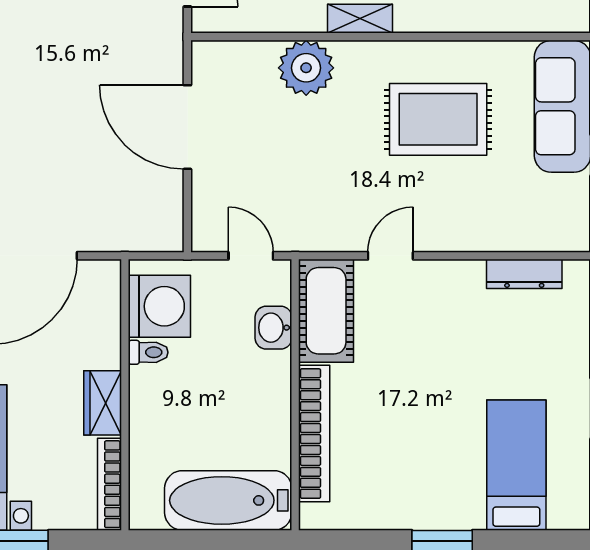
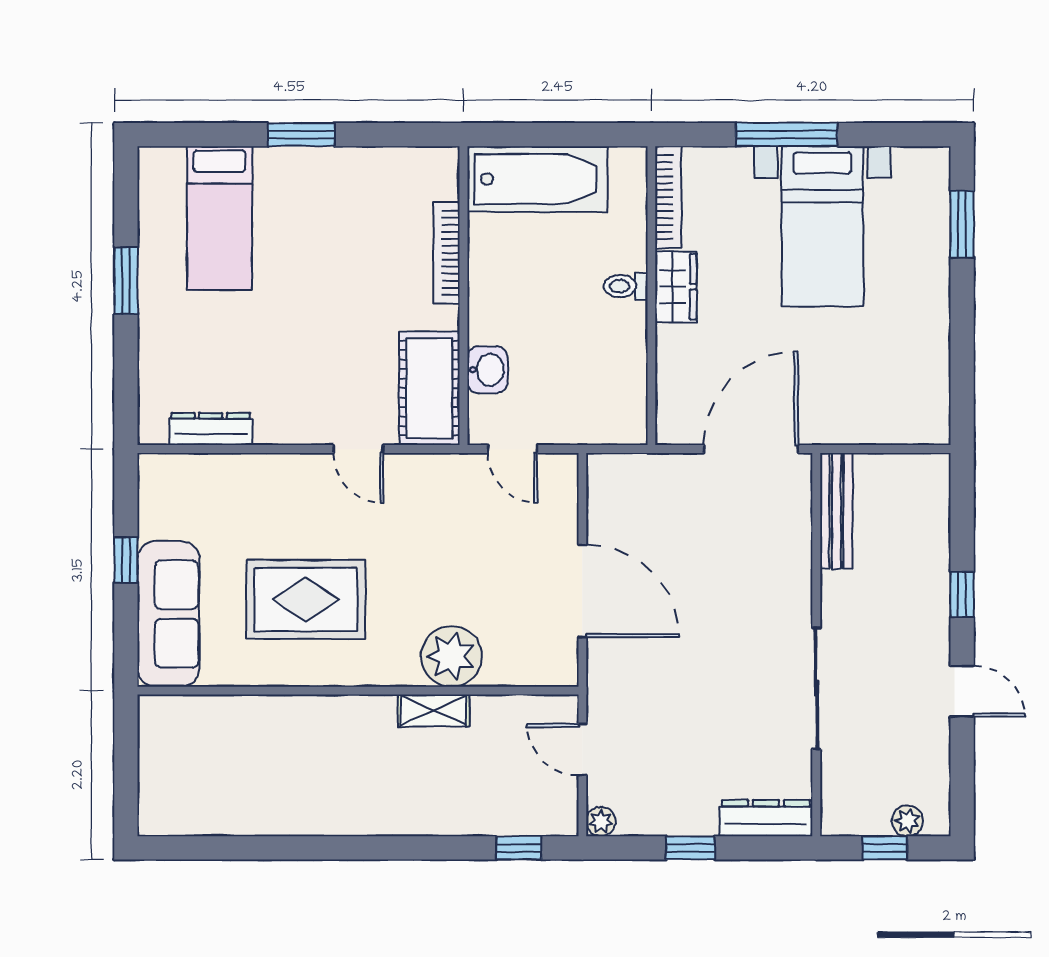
shelving: (360, 19) -> (434, 711), moved
door: (390, 256) -> (358, 449), hinge flipped
washing machine: (159, 306) -> (613, 393), removed
toilet: (148, 352) -> (626, 286), moved
bookcase: (314, 434) -> (447, 253), width x0.68, depth x0.76

